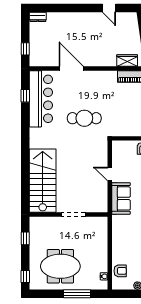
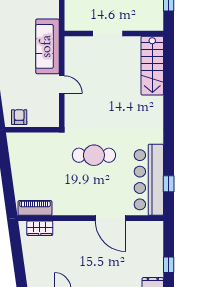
window: (25, 49) -> (169, 265), moved
stairs: (43, 181) -> (152, 66), width x0.73, depth x0.66
sofa: (121, 198) -> (47, 46), width x1.36

